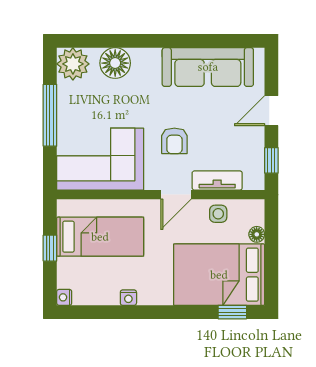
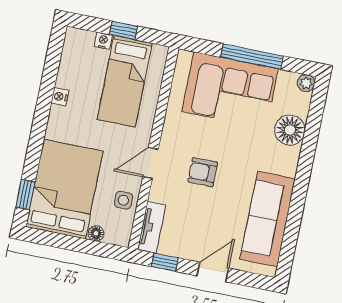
plant: (73, 64) -> (306, 83), width x0.53, depth x0.53
door: (271, 111) -> (213, 272), hinge flipped
corner sofa: (100, 159) -> (230, 90), moved, turned 90
tv unit: (217, 180) -> (152, 227), moved
door: (176, 195) -> (150, 163), hinge flipped
nightstand: (64, 297) -> (103, 41), moved

